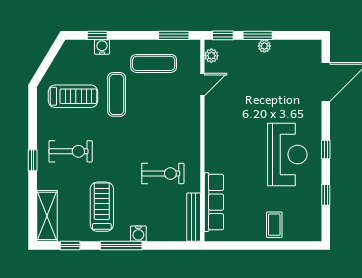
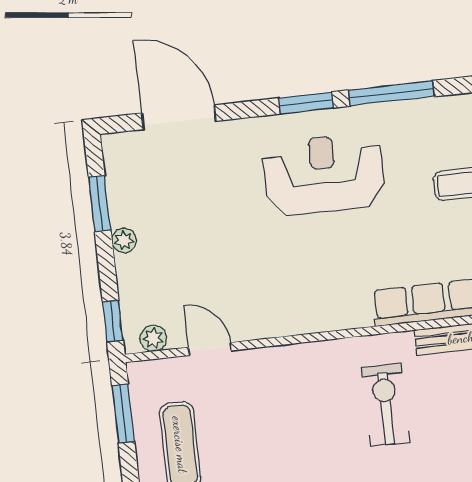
window: (258, 35) -> (100, 204), moved
window: (326, 150) -> (306, 103), width x1.50
window: (326, 195) -> (391, 93), width x2.17

